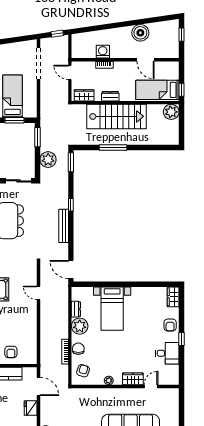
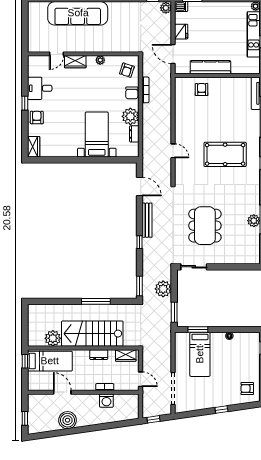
plant: (171, 112) -> (53, 338), moved
door: (71, 270) -> (140, 187), moved

